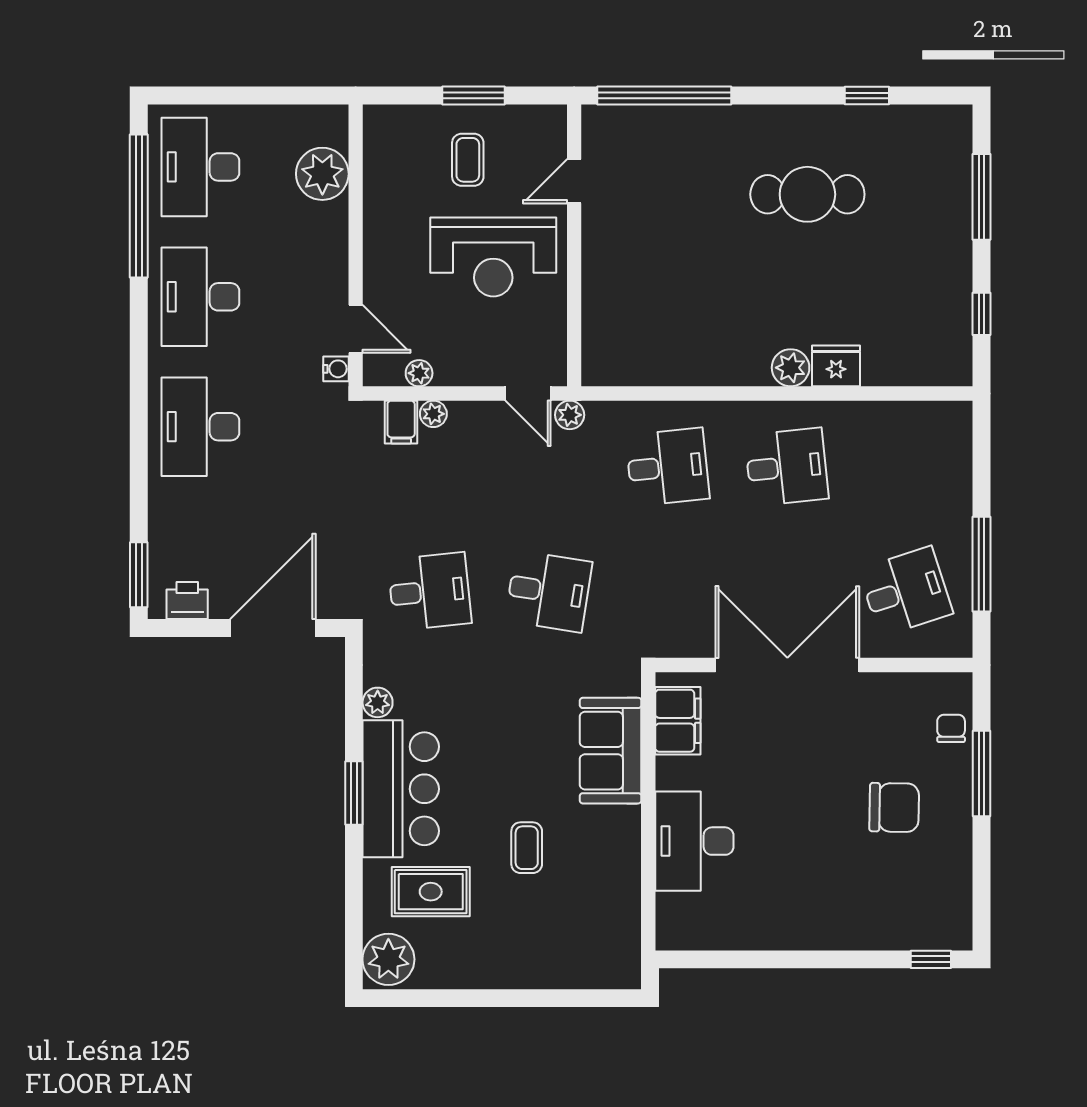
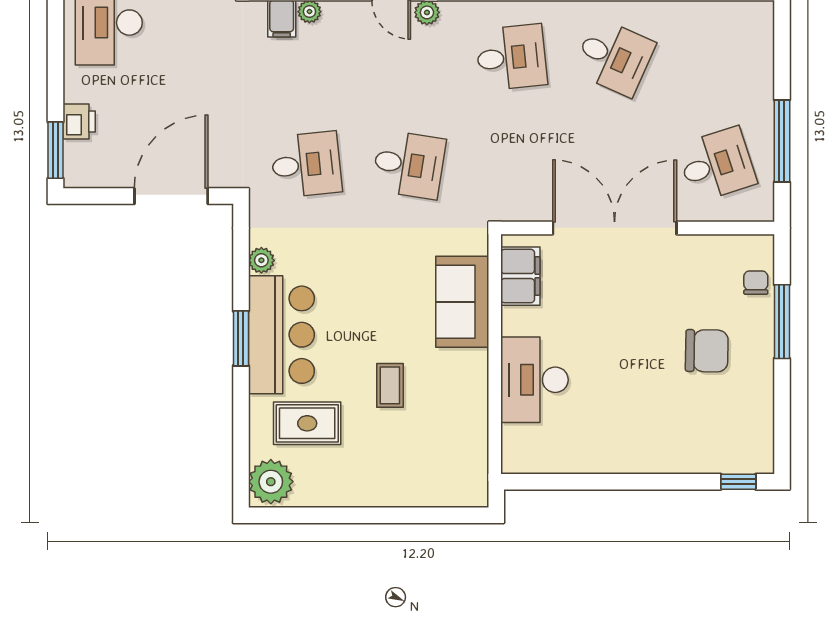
desk: (787, 467) -> (614, 57), turned 30
printer: (187, 601) -> (79, 122), moved, turned 90

